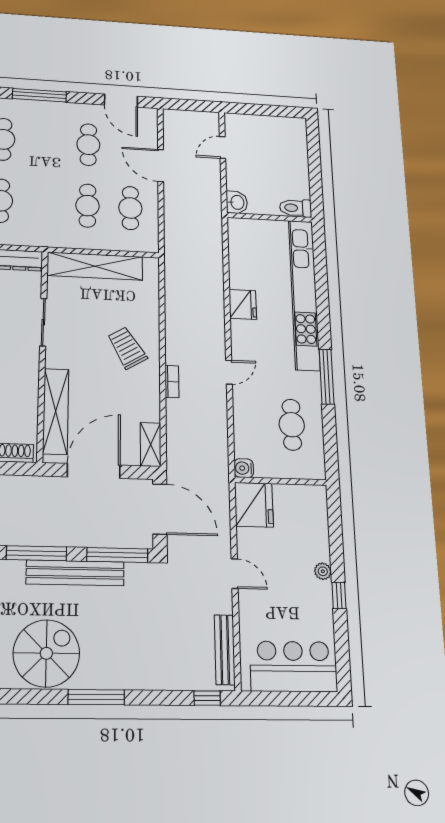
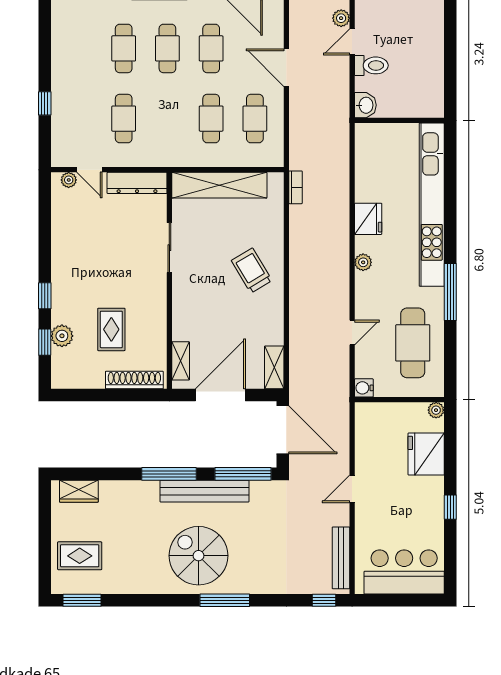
plant: (212, 127) -> (341, 18), added
cafe table: (46, 142) -> (167, 48), added
toilet: (296, 208) -> (371, 65), moved, turned 180
plant: (239, 345) -> (363, 262), added
door: (229, 372) -> (352, 333), moved
bookcase: (172, 381) -> (296, 187), moved
shelving: (56, 411) -> (181, 361), width x0.45, depth x0.75
cafe table: (292, 425) -> (413, 343), width x1.37, depth x1.35
fridge: (254, 505) -> (426, 454), moved, turned 180
plant: (323, 571) -> (436, 410), moved
door: (235, 574) -> (352, 489), swing flipped
spiral stairs: (46, 653) -> (198, 556), moved, turned -90

